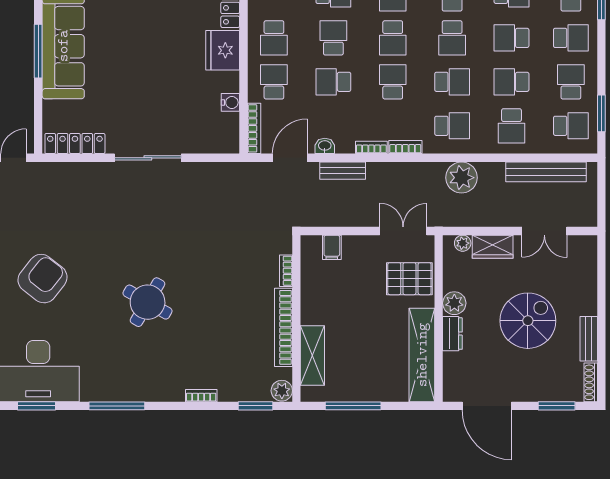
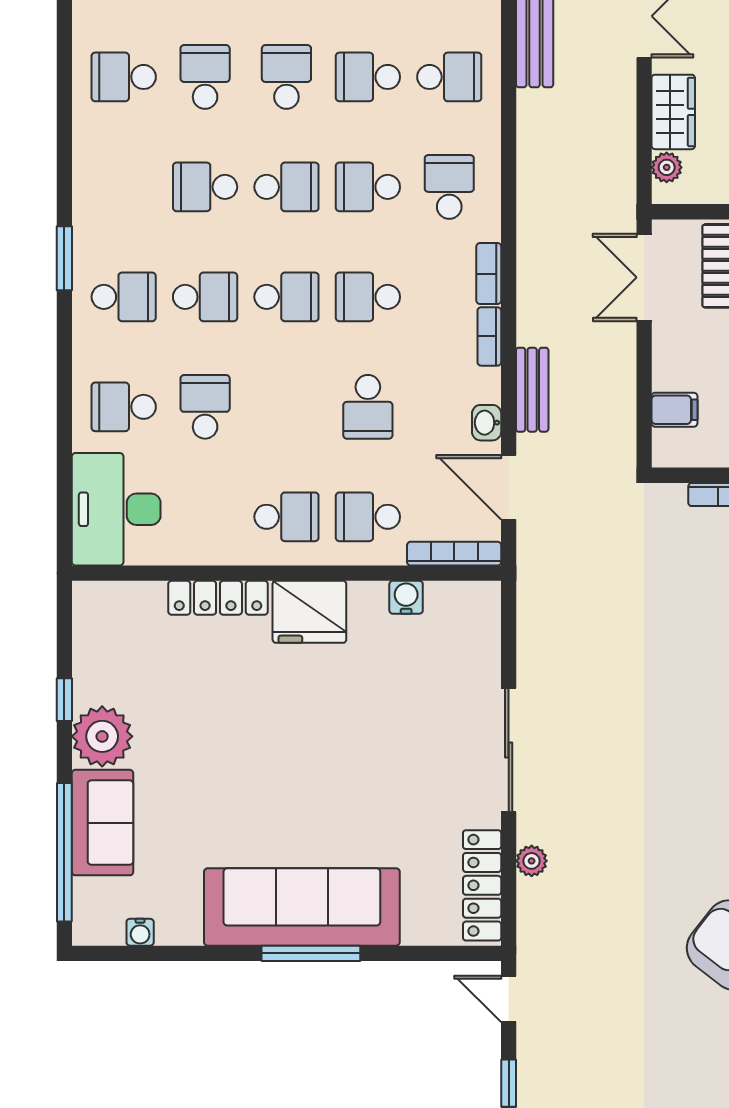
school desk: (333, 38) -> (286, 407), removed
school desk: (511, 38) -> (286, 77), turned 180
school desk: (452, 82) -> (368, 187), turned -90
school desk: (511, 82) -> (368, 77), turned 90
plant: (461, 178) -> (532, 861), moved, width x0.53, depth x0.53

